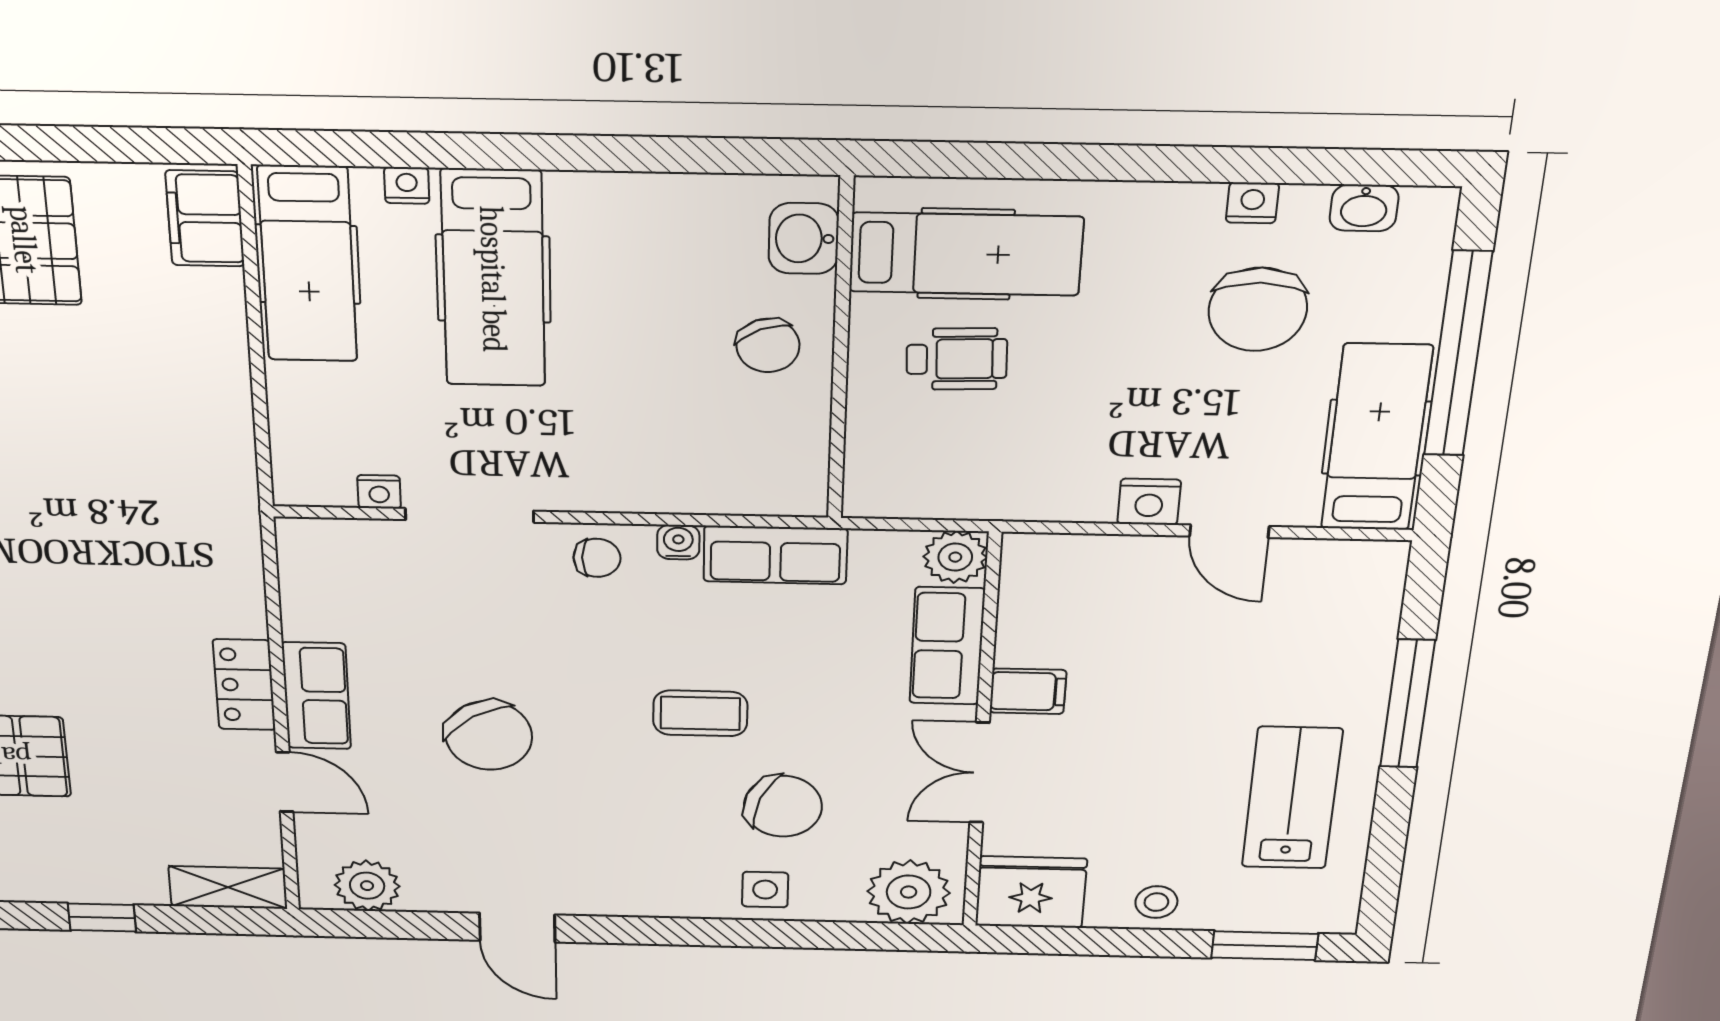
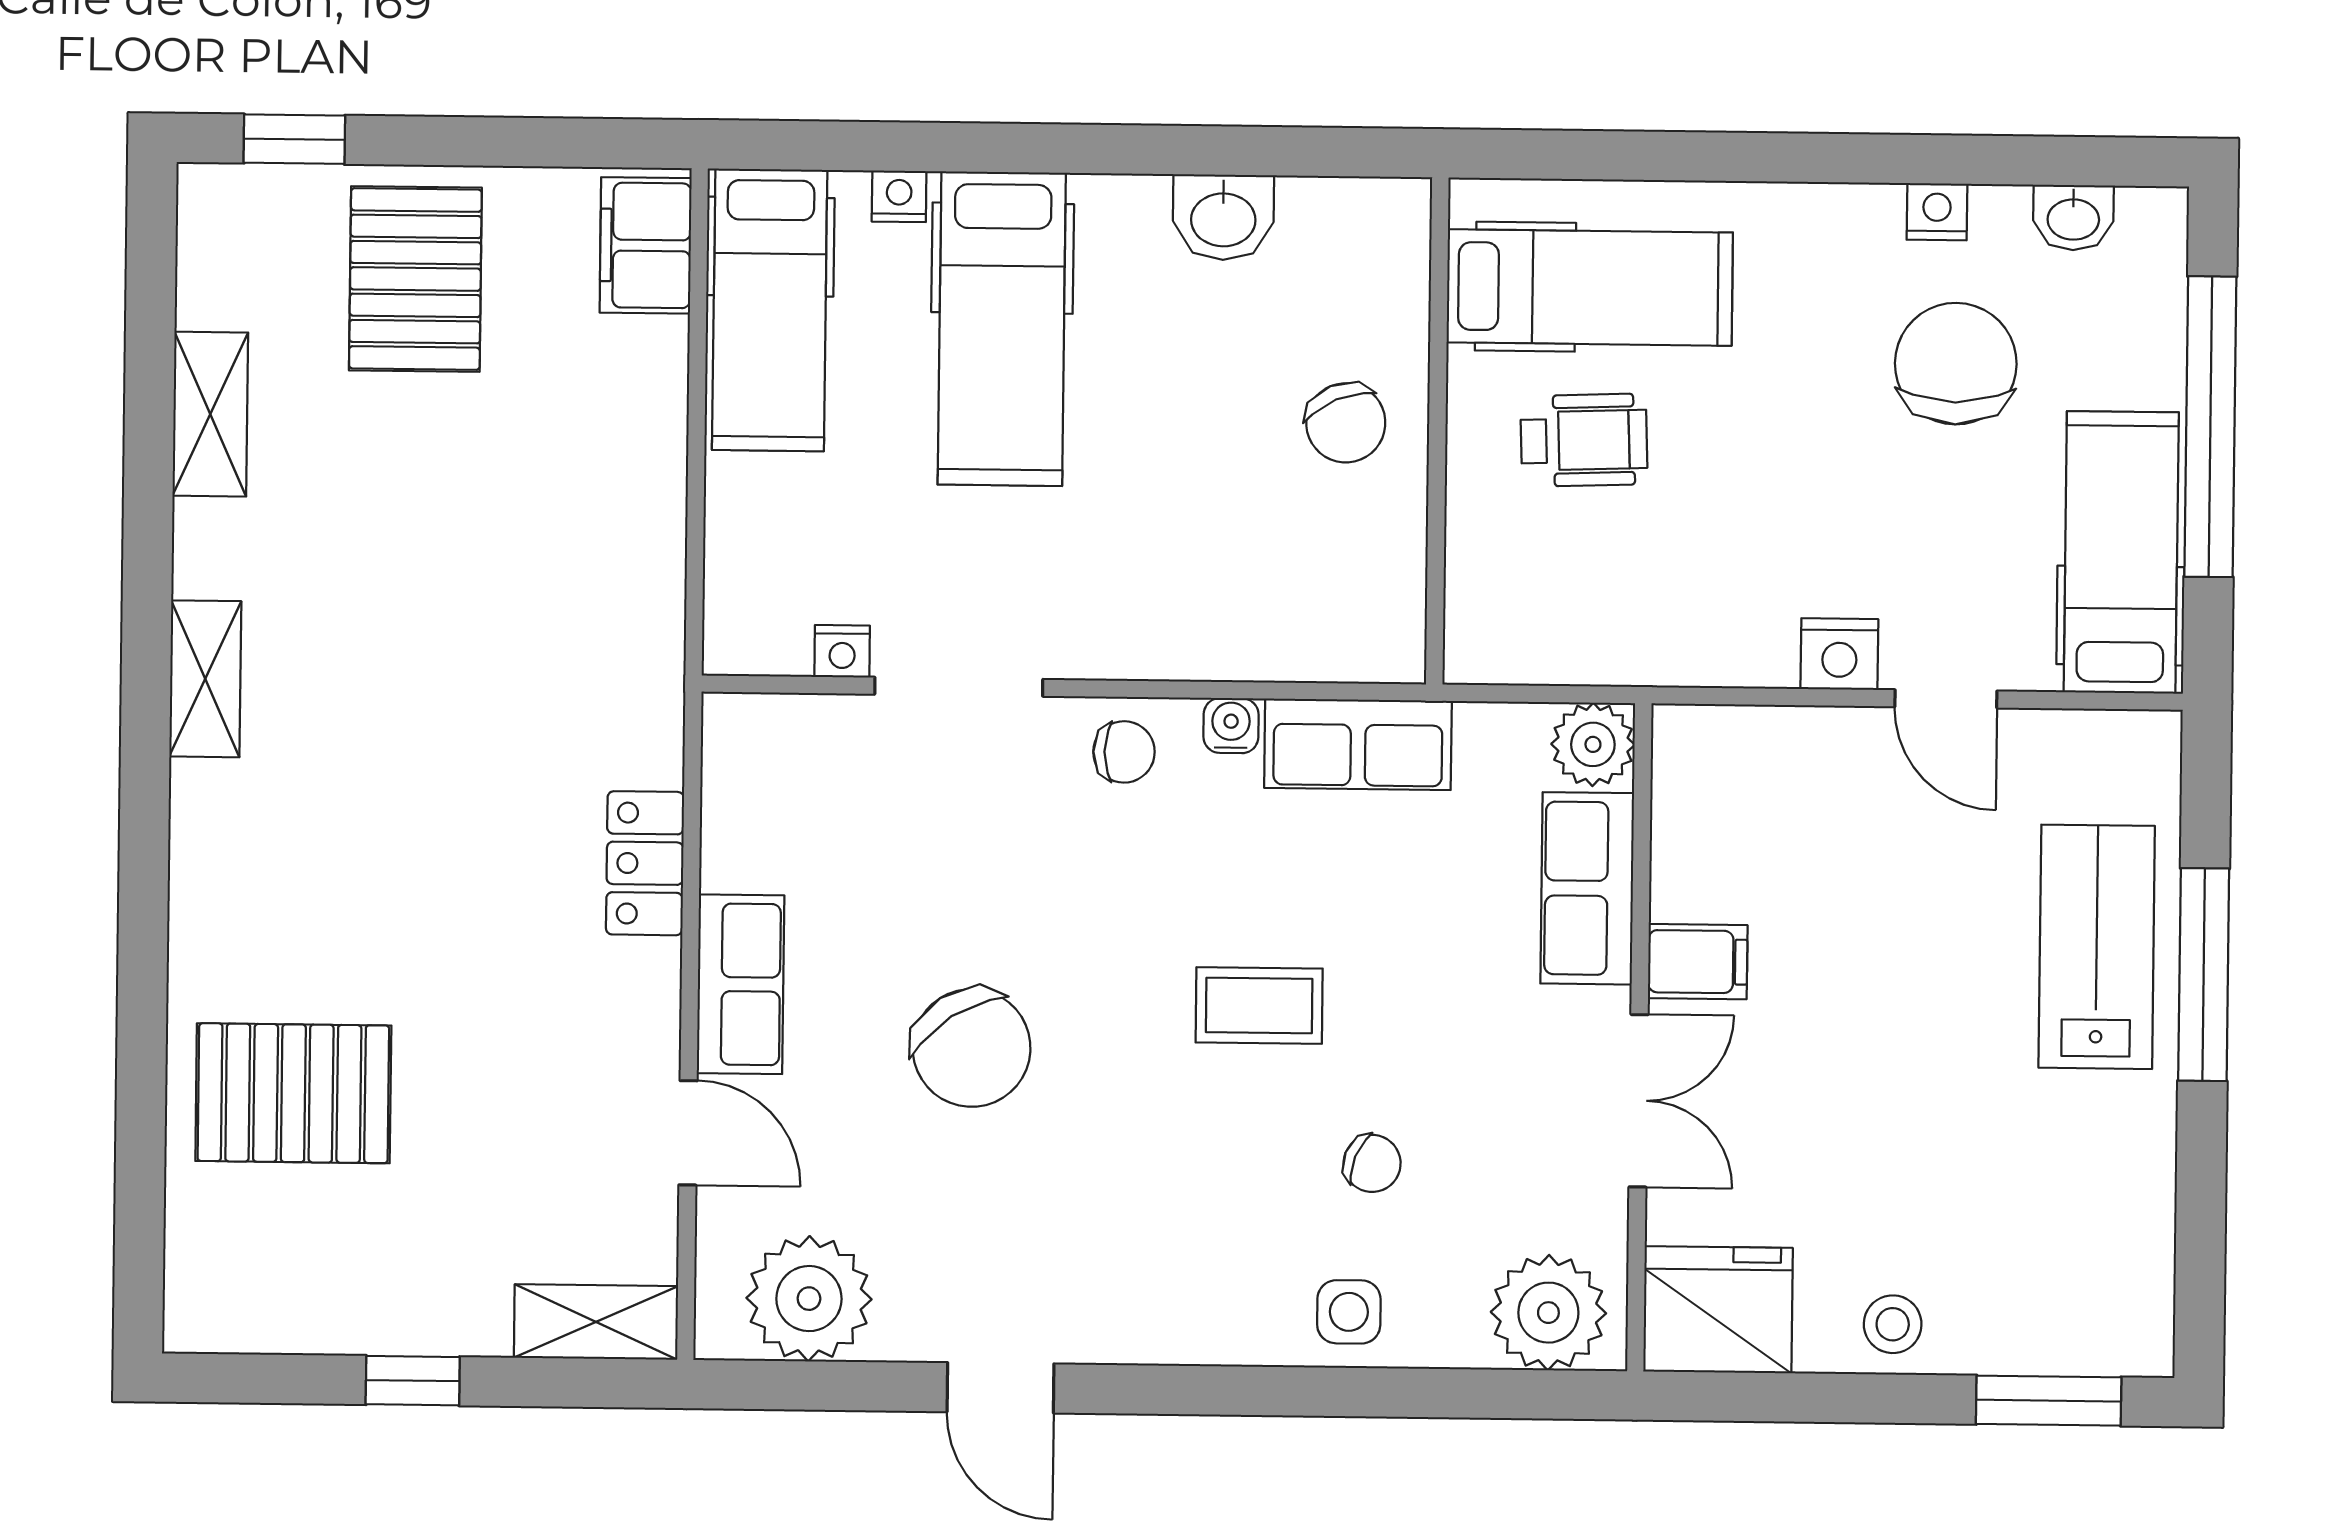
washbasin: (804, 239) -> (1223, 217), moved, turned -90
chair: (1258, 309) -> (1956, 364), turned 180
locker: (244, 685) -> (645, 863), moved
double door: (979, 773) -> (1638, 1101), swing flipped
lab bench: (1292, 798) -> (2097, 947), moved
chair: (783, 806) -> (1372, 1163), width x0.54, depth x0.54
plant: (367, 886) -> (809, 1299), width x1.36, depth x1.36

